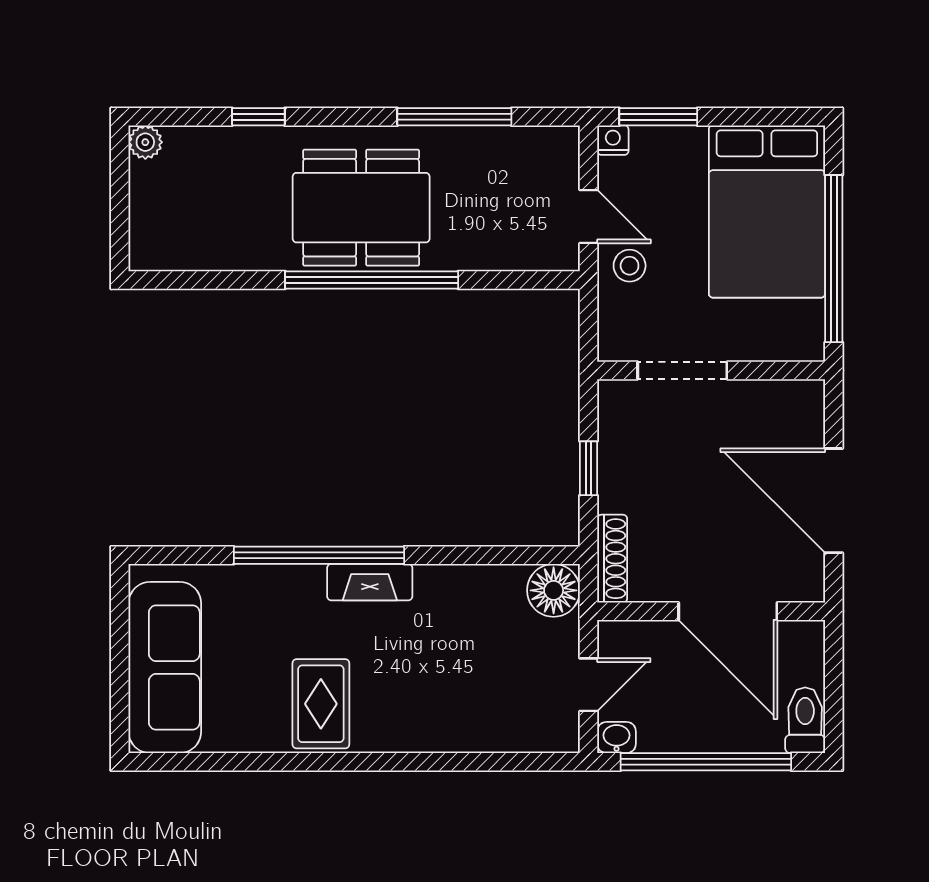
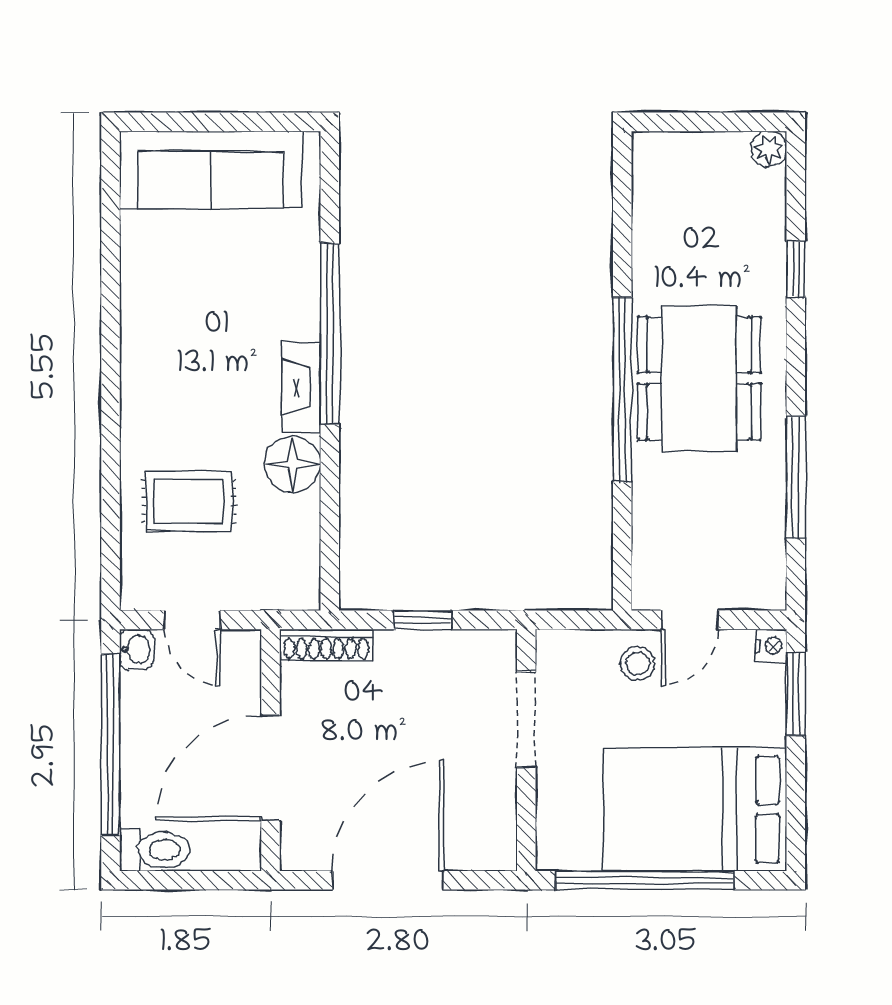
floor lamp: (554, 590) -> (293, 464), moved
rug: (321, 704) -> (189, 502), moved

